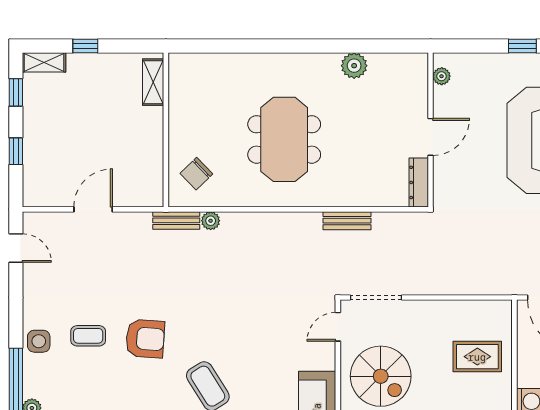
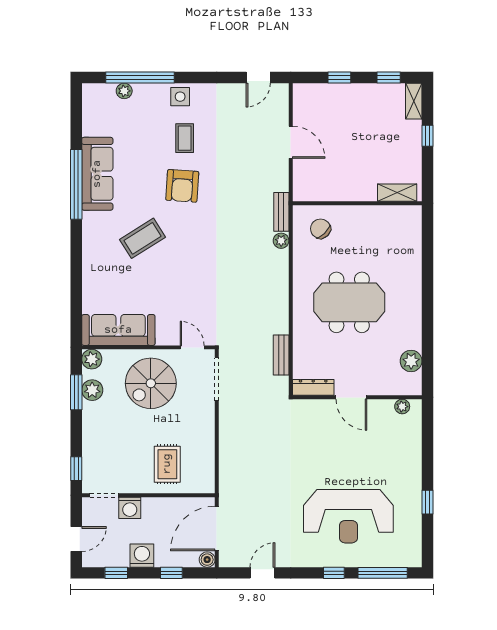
plant: (442, 76) -> (402, 407), moved
wall: (430, 130) -> (357, 397), moved
door: (430, 137) -> (351, 397), moved
dresser: (419, 182) -> (313, 387), moved

